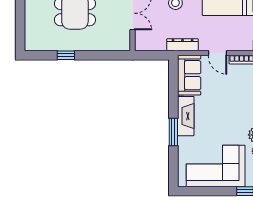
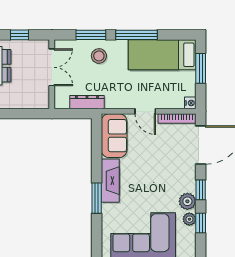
dresser: (183, 45) -> (87, 102), moved

